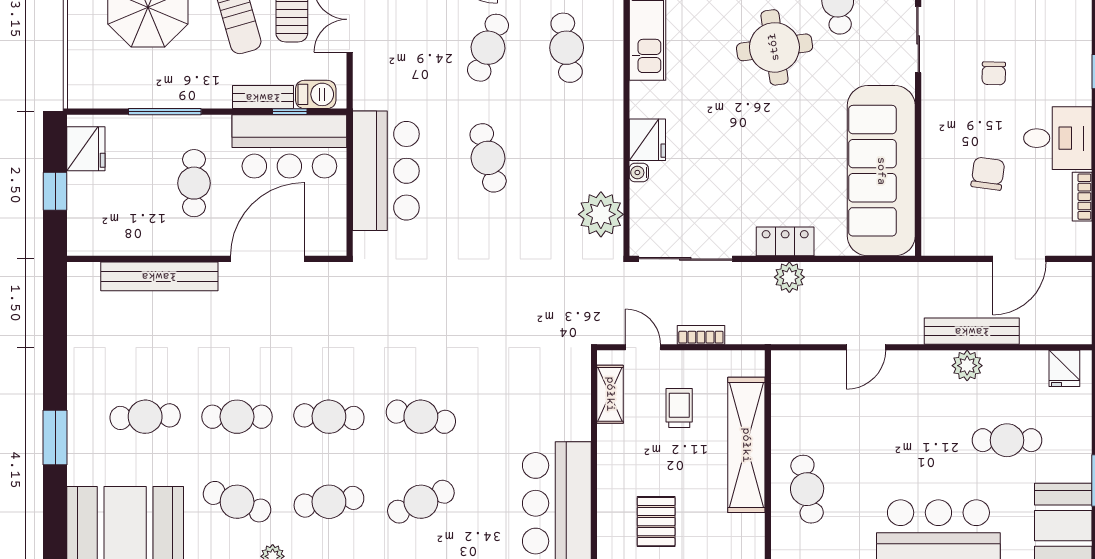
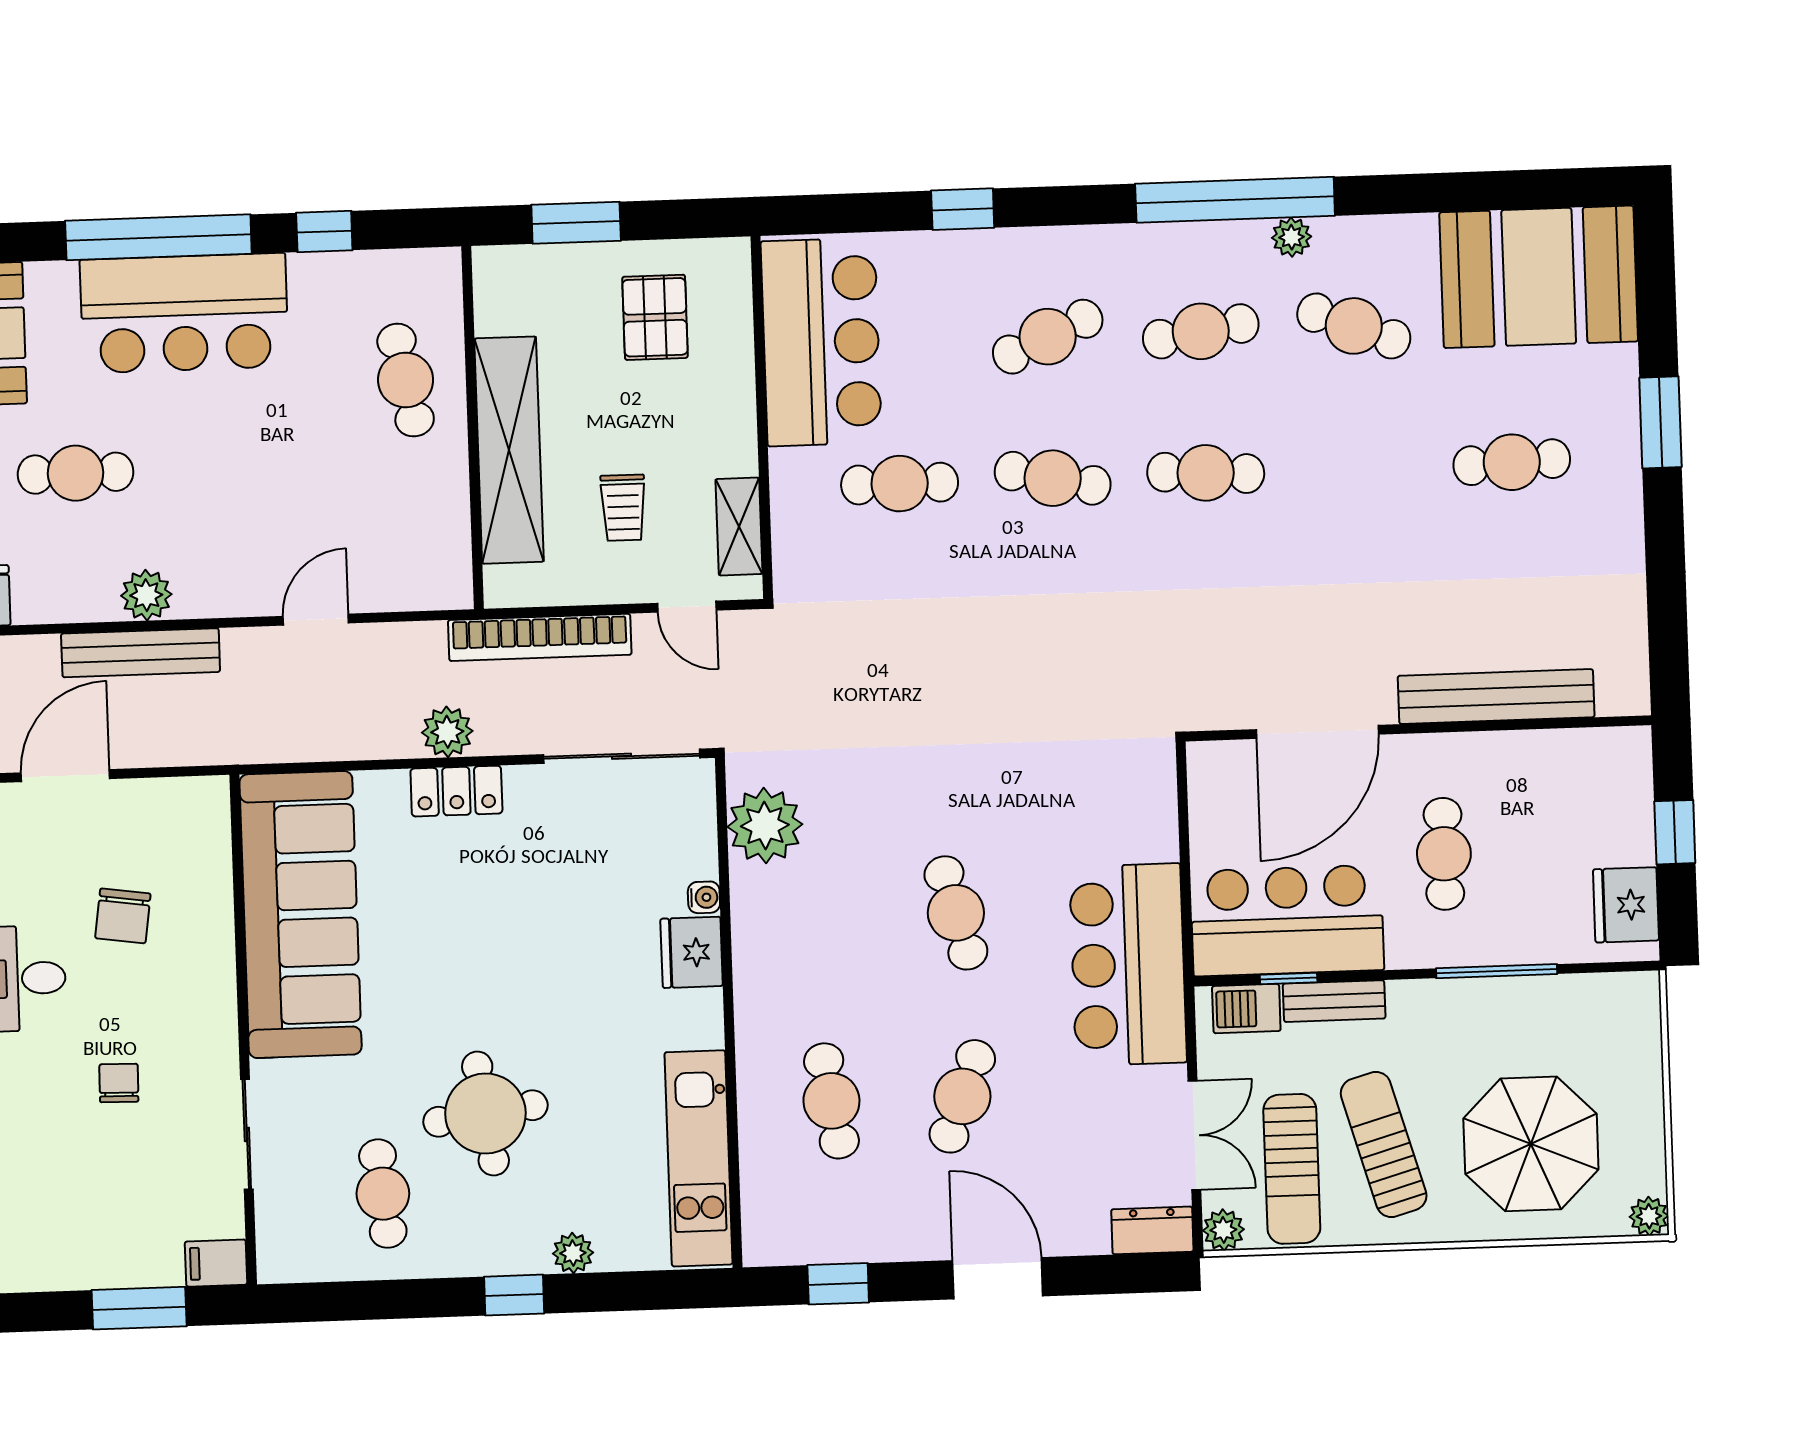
bar counter: (386, 171) -> (1128, 965), moved
bookcase: (701, 335) -> (540, 637), width x2.31, depth x1.31
cafe table: (237, 417) -> (900, 484), moved

